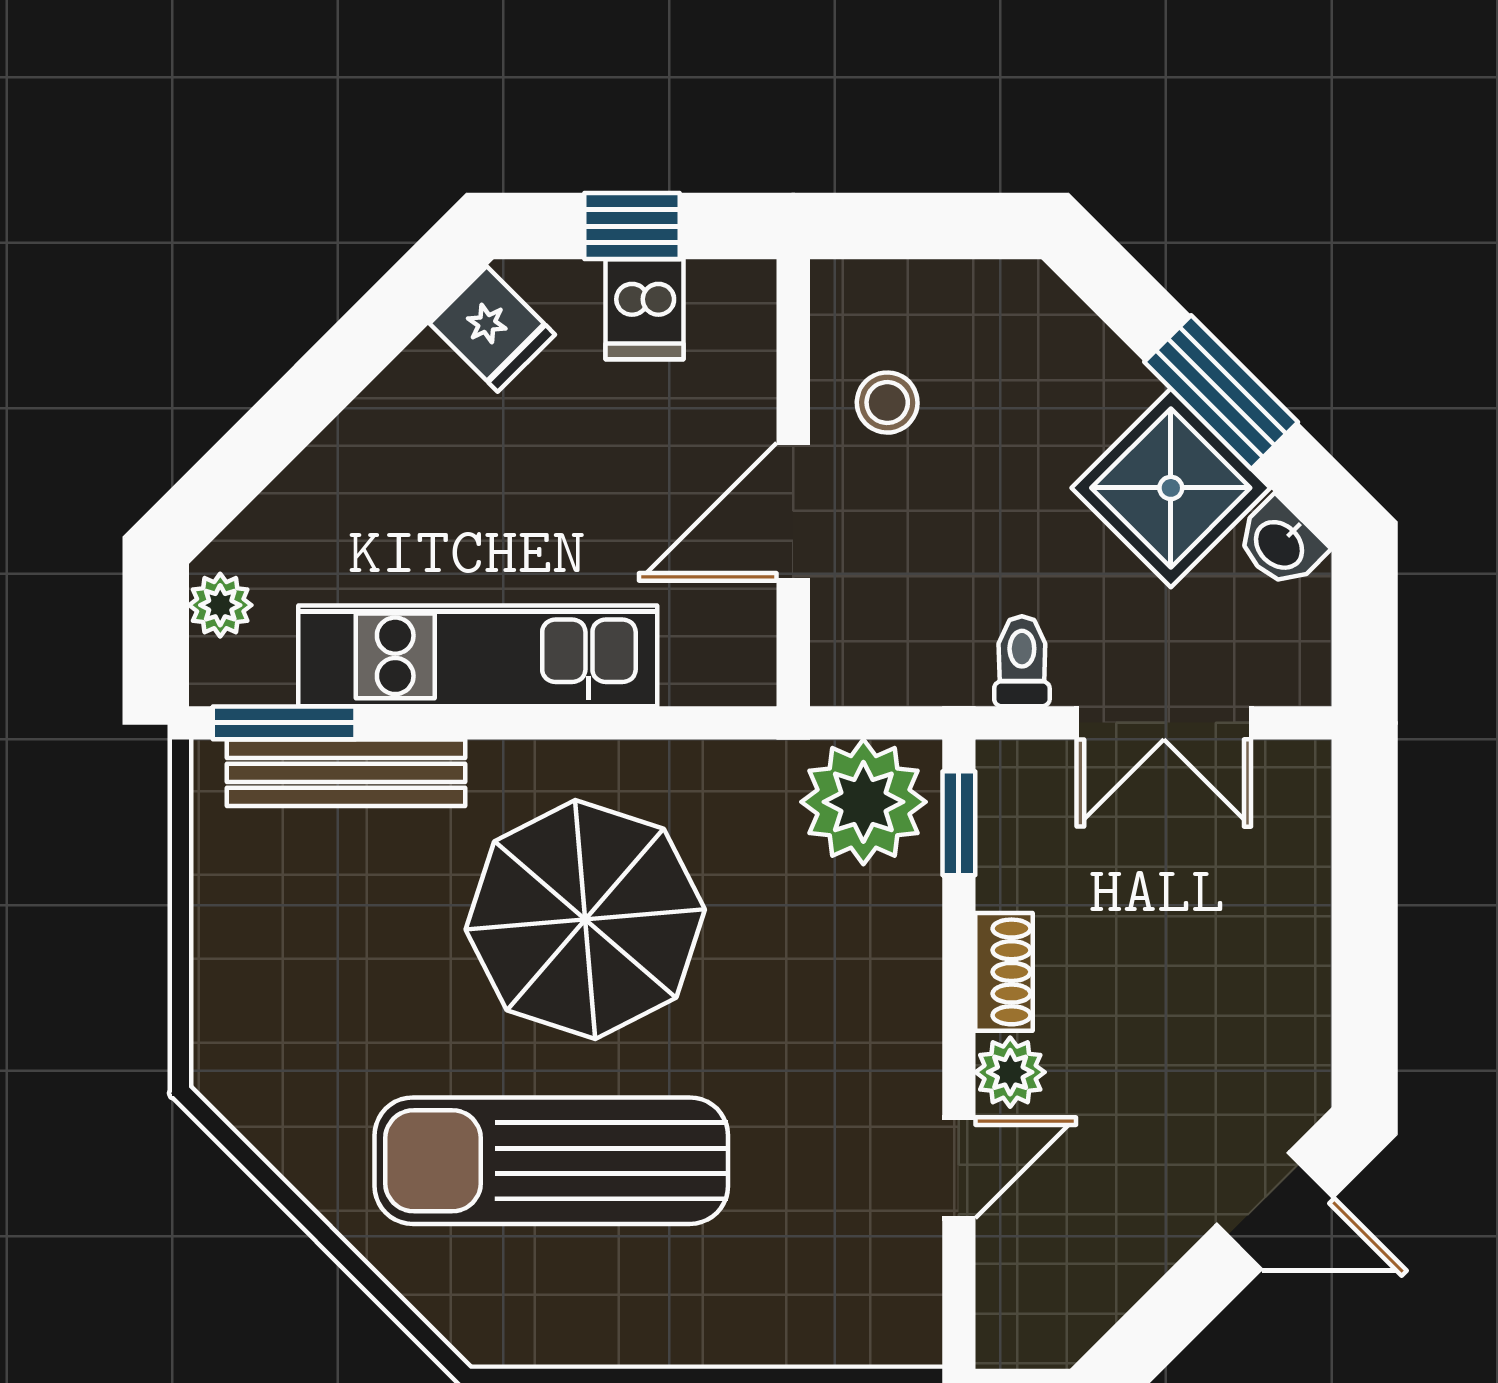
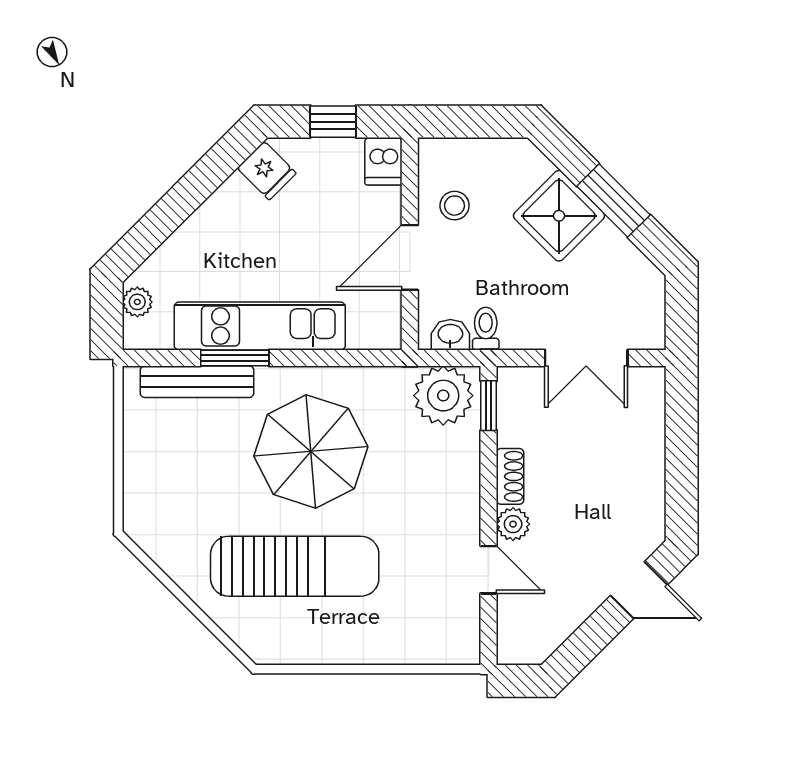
dishwasher: (644, 309) -> (383, 161), moved
shower: (1171, 488) -> (559, 216), moved
washbasin: (1280, 544) -> (450, 335), moved, turned 135
toilet: (1022, 661) -> (486, 329), moved
window: (284, 723) -> (235, 358), moved
sun lounger: (551, 1161) -> (295, 566), turned 180
door: (959, 1168) -> (489, 570), hinge flipped

